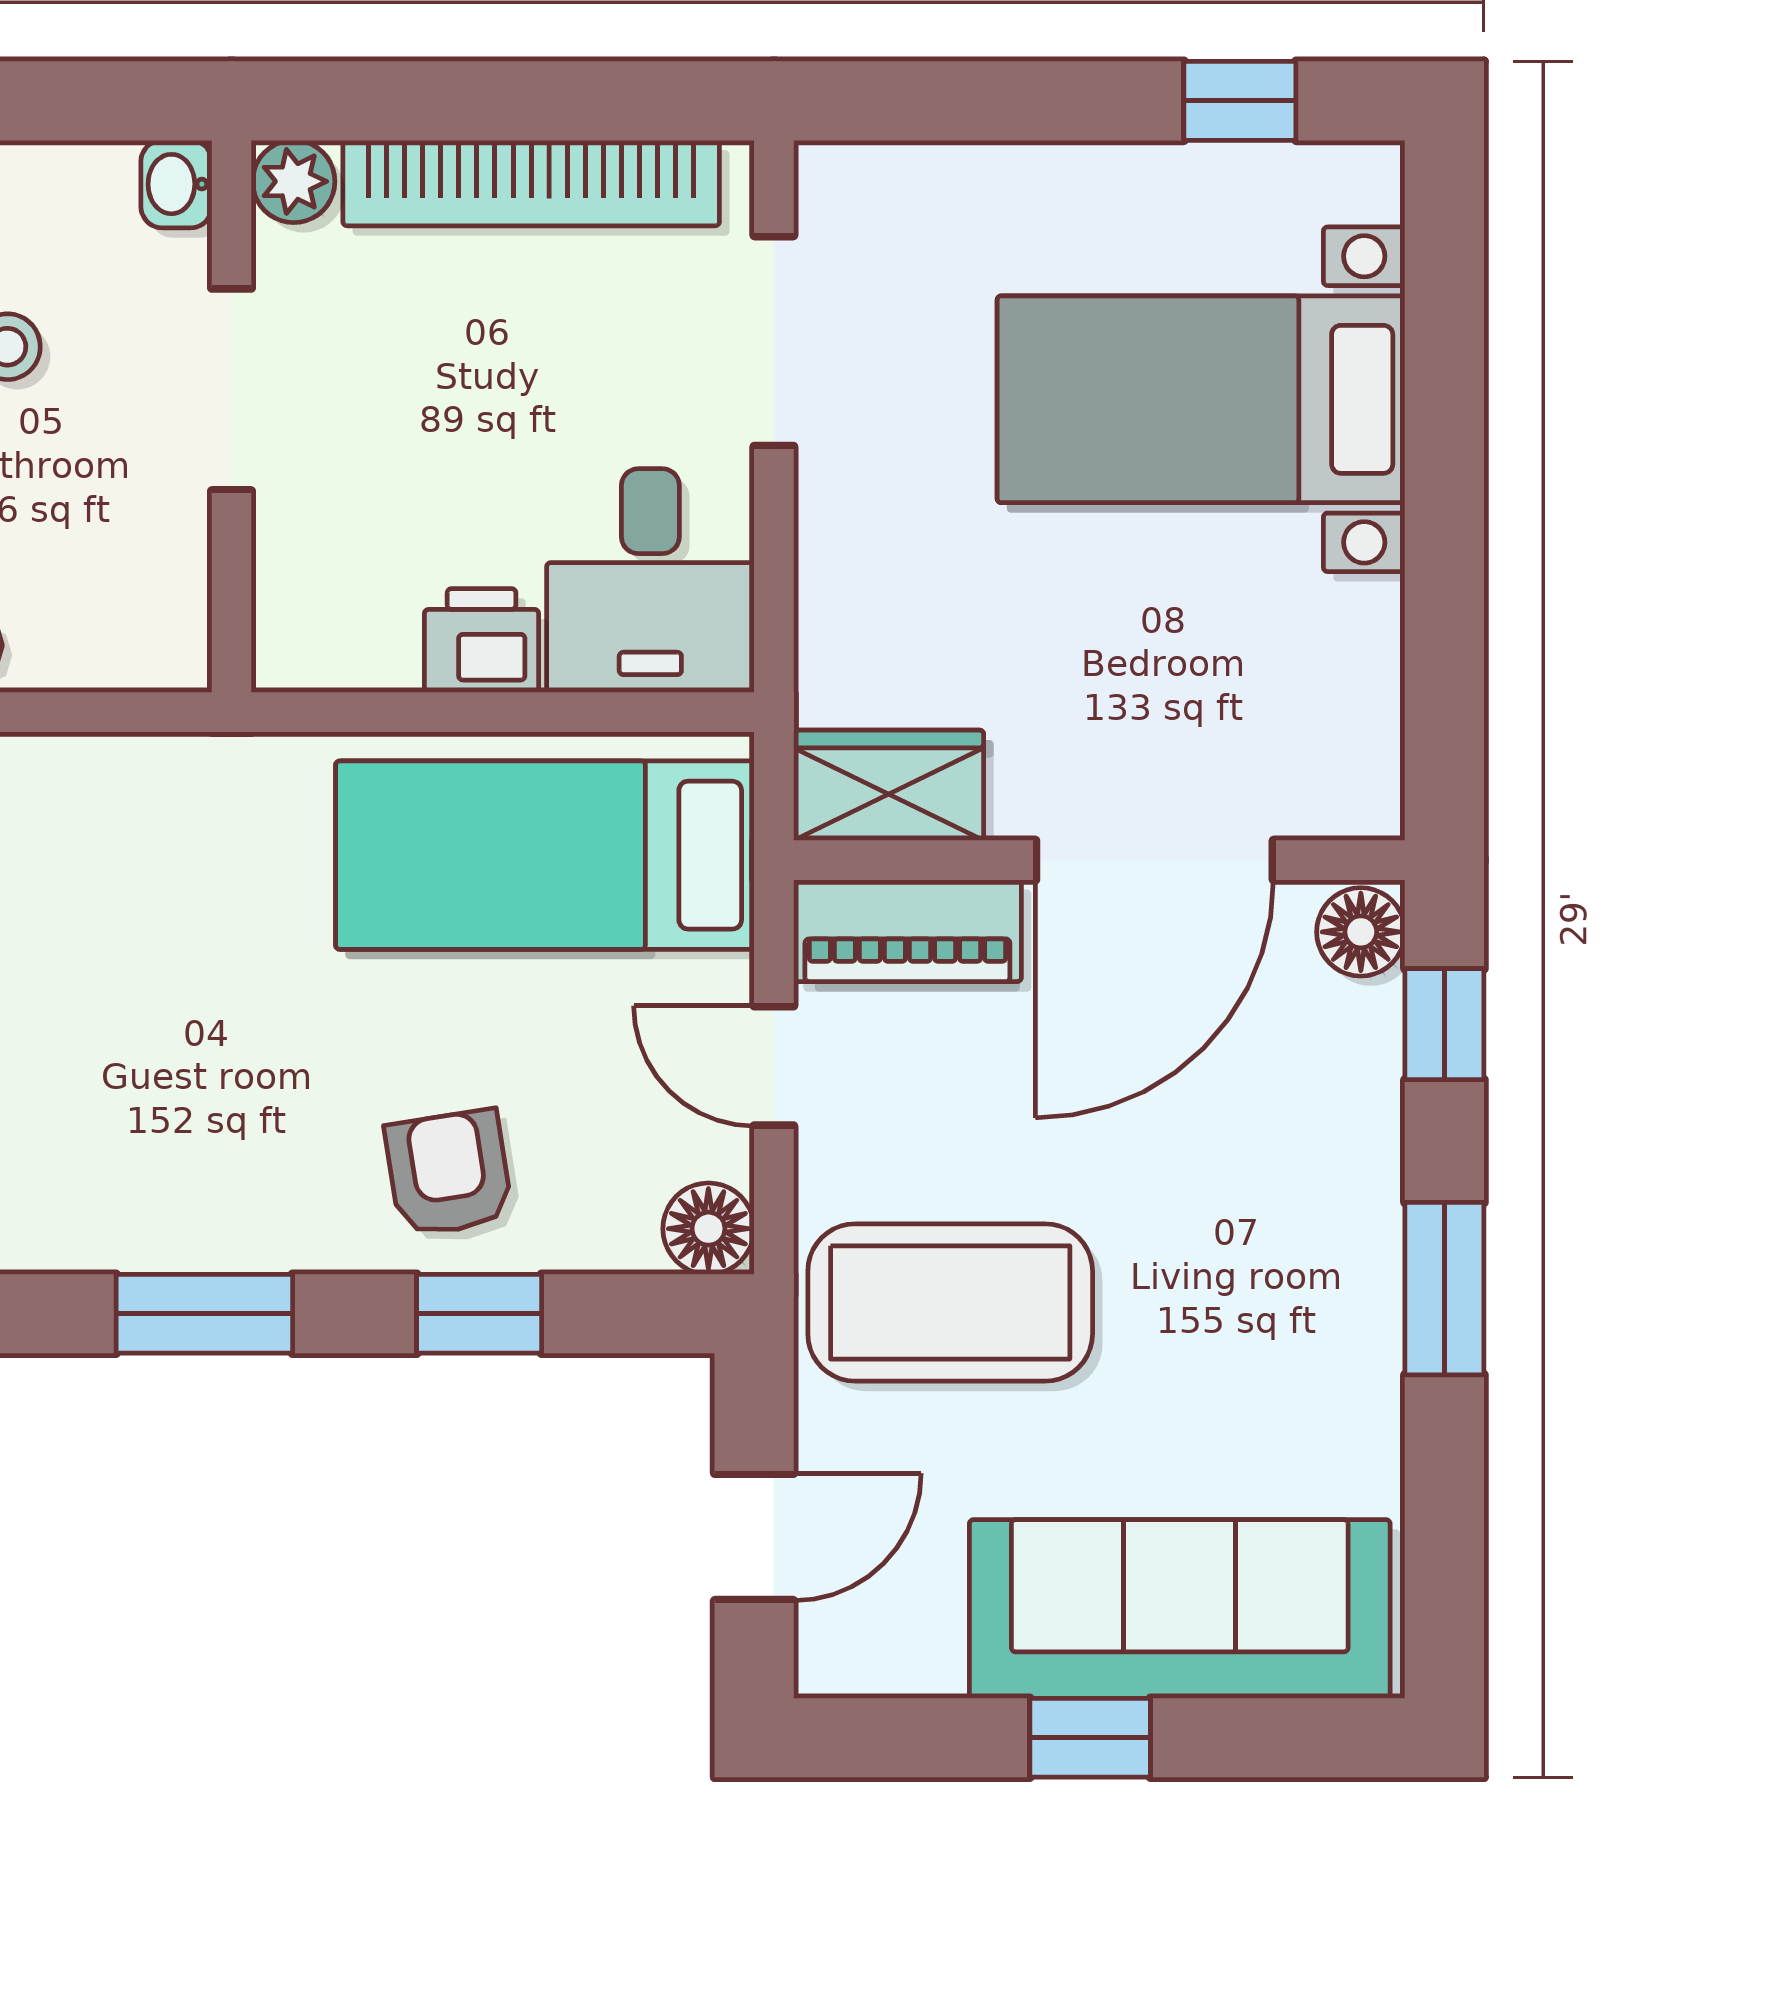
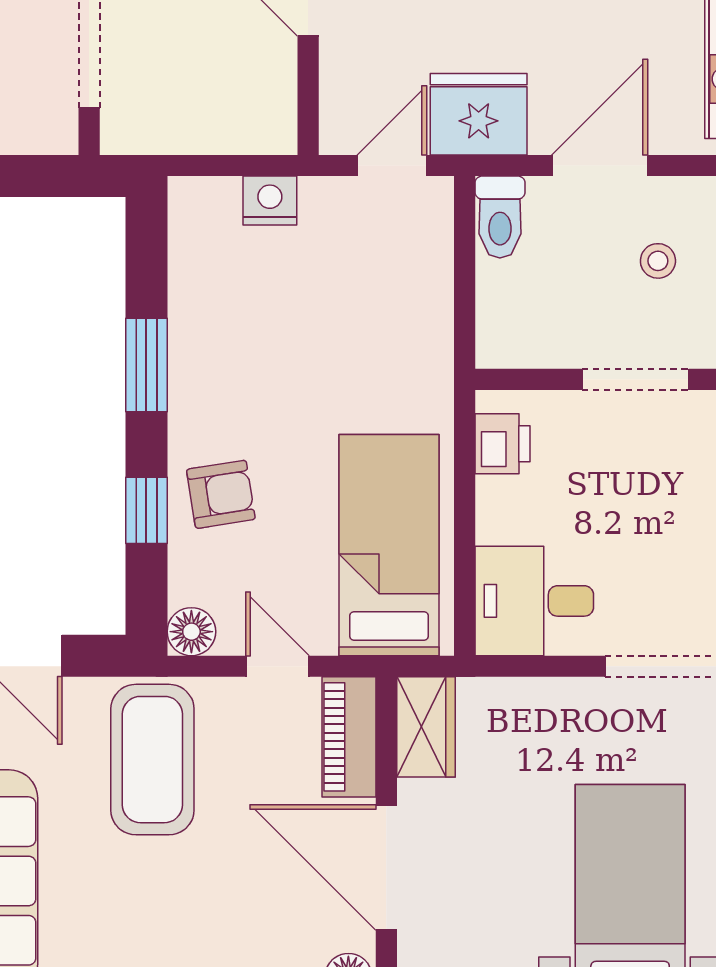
printer: (482, 641) -> (503, 444), moved
door: (774, 1066) -> (278, 666), hinge flipped

